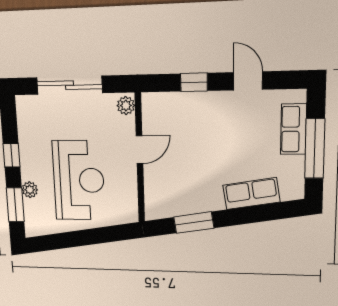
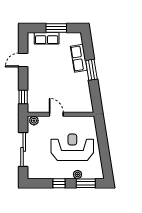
window: (194, 82) -> (23, 97), moved
window: (315, 149) -> (56, 28), width x0.69
window: (194, 223) -> (91, 70), moved

